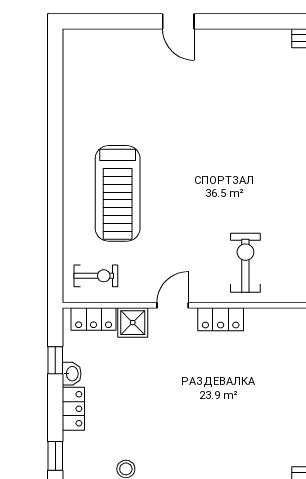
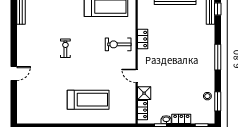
exercise bike: (96, 276) -> (65, 48), moved
locker: (221, 319) -> (143, 39), moved

